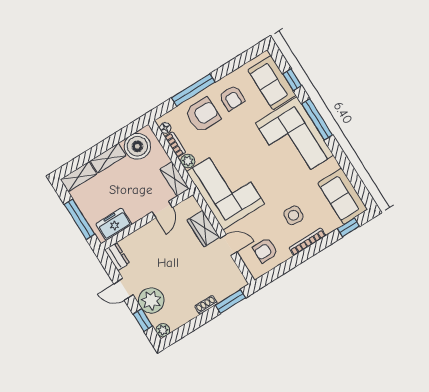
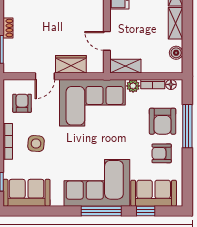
boiler: (137, 146) -> (176, 53), width x0.54, depth x0.54

